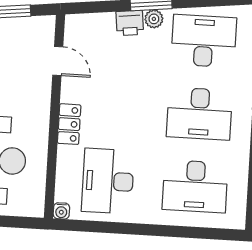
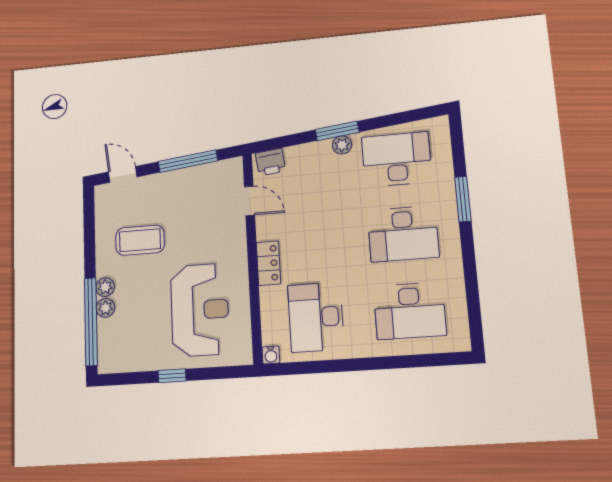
printer: (130, 23) -> (270, 162), moved

